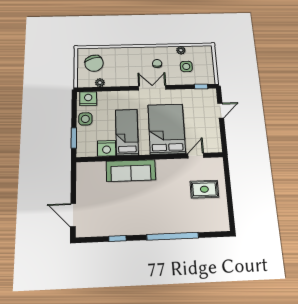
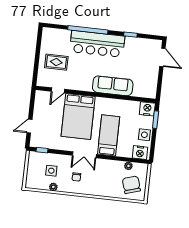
bed: (127, 132) -> (109, 135), moved, turned 180
nightstand: (107, 148) -> (147, 109), moved
bar counter: (158, 220) -> (97, 44), added

